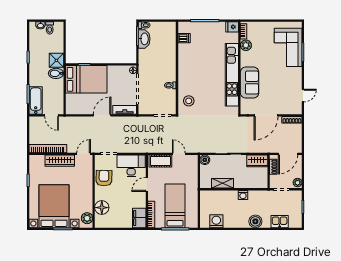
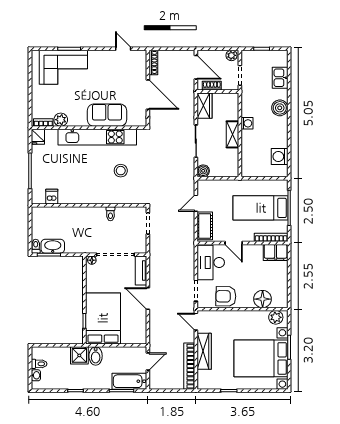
stool: (189, 101) -> (121, 171), moved
shelving: (223, 183) -> (232, 134), moved

